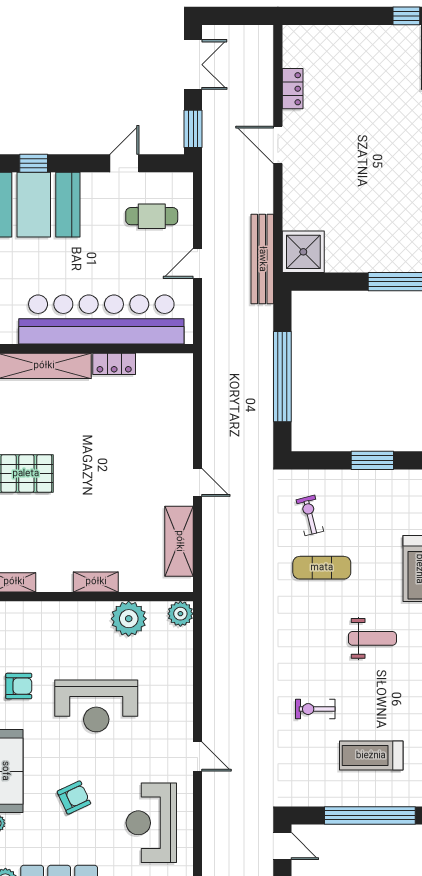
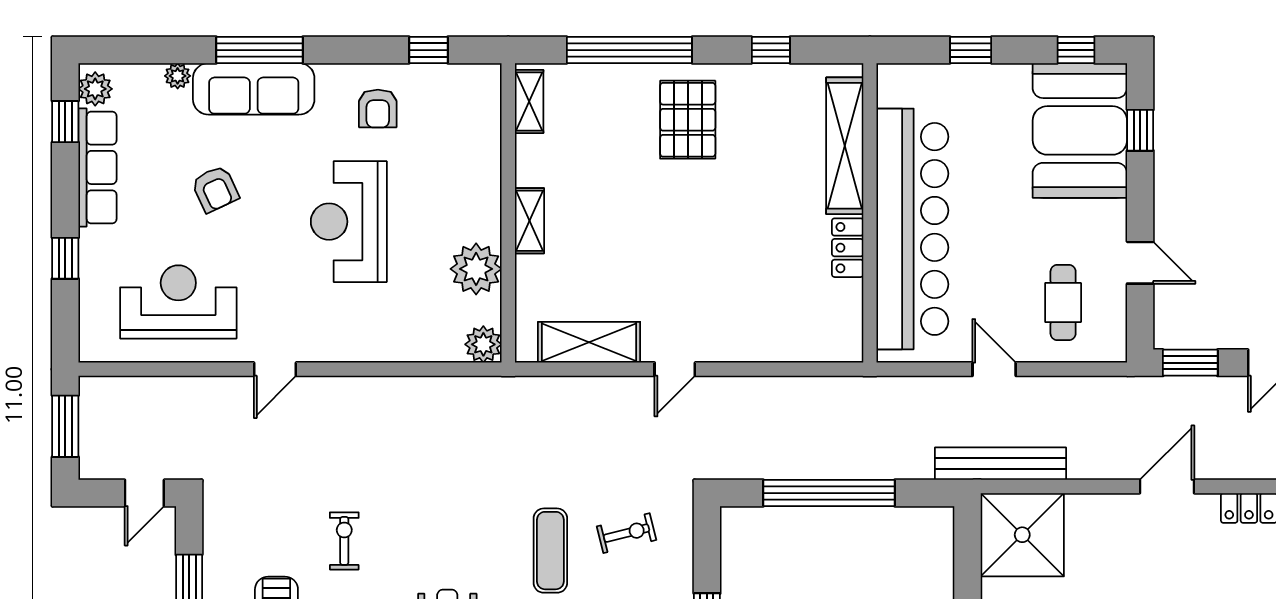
shower: (303, 252) -> (1022, 535), width x1.37, depth x1.37

